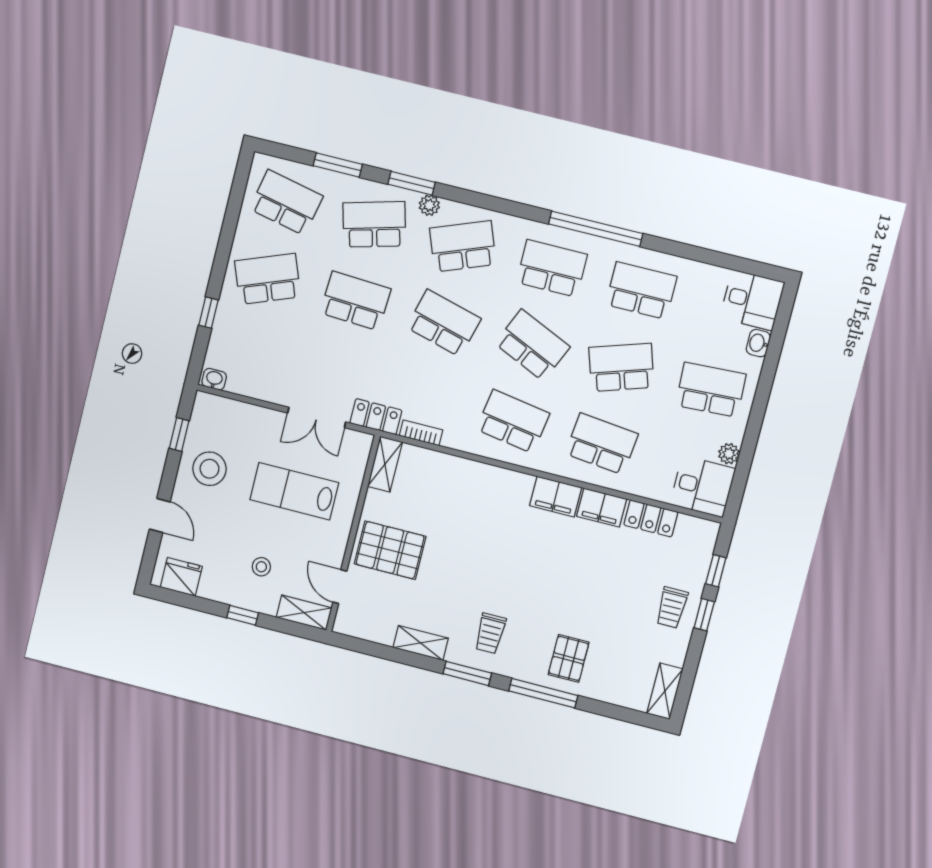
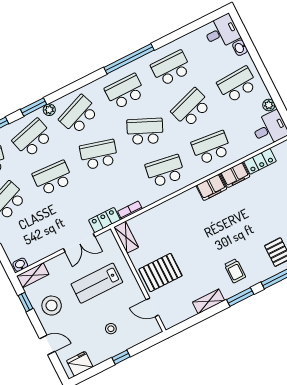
shelving: (304, 613) -> (33, 275), moved

